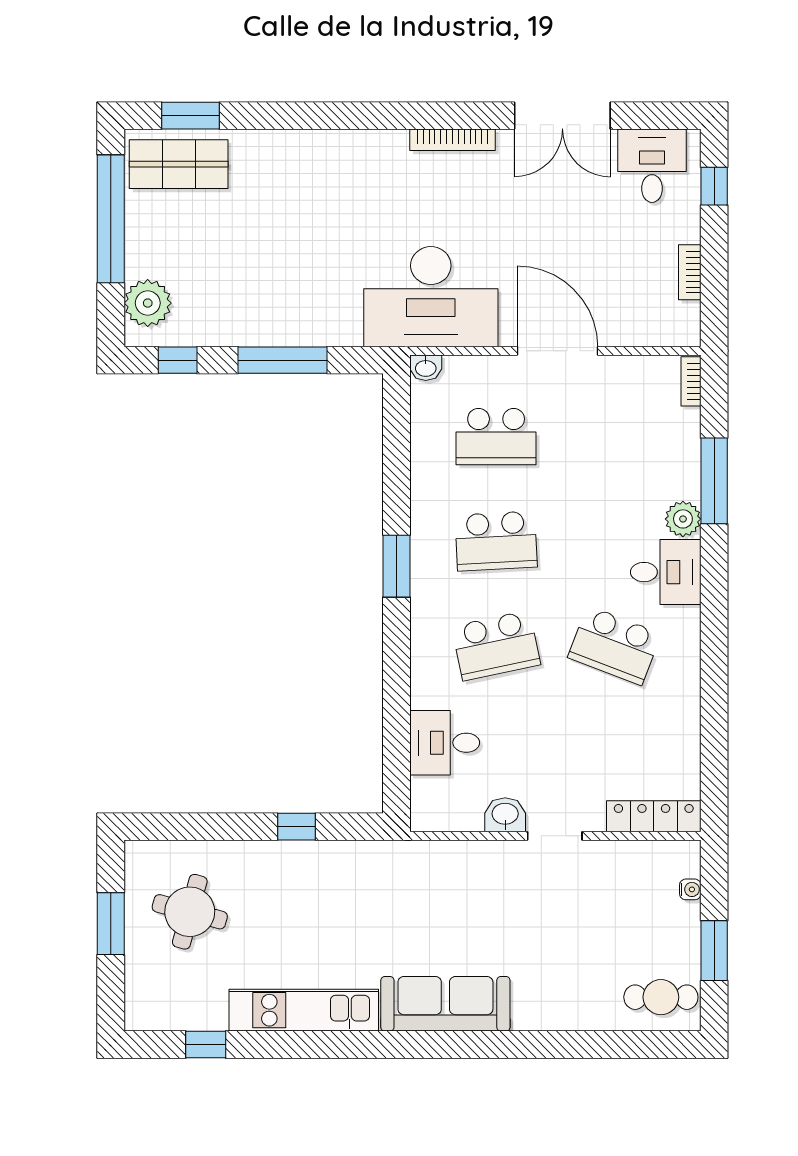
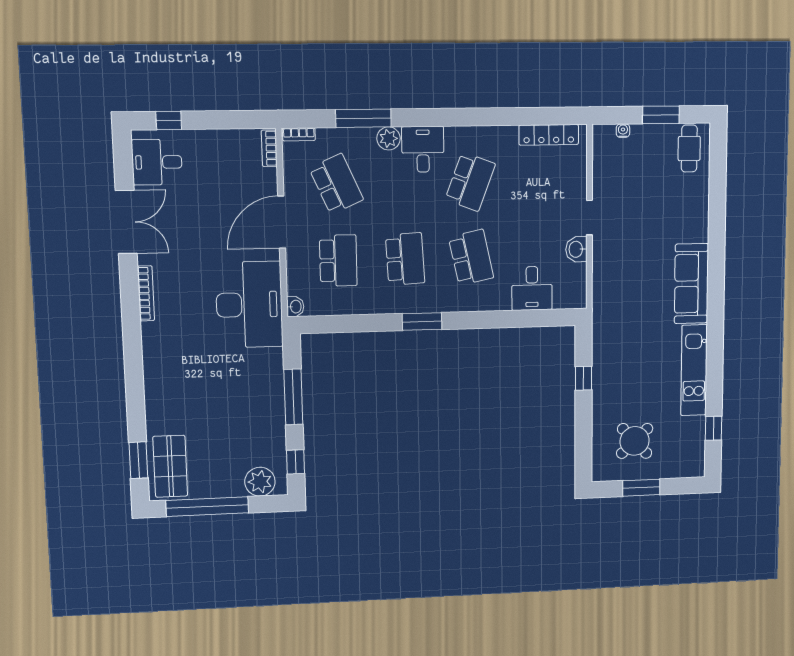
bookcase: (690, 272) -> (269, 148), moved, turned 90
school desk: (615, 437) -> (336, 184), added
locker: (654, 816) -> (549, 135), moved, turned -90
round table: (190, 912) -> (635, 441), turned 32

